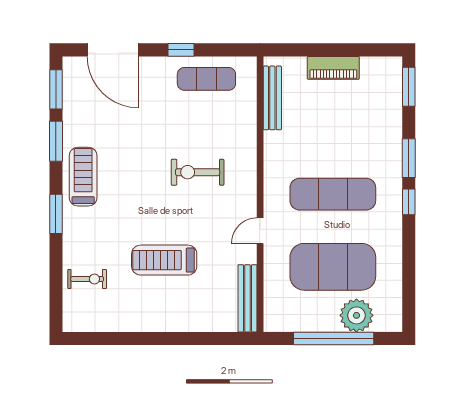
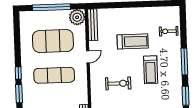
treadmill: (83, 177) -> (151, 70), moved
window: (56, 214) -> (184, 61), width x1.44
plant: (356, 315) -> (77, 17), moved

